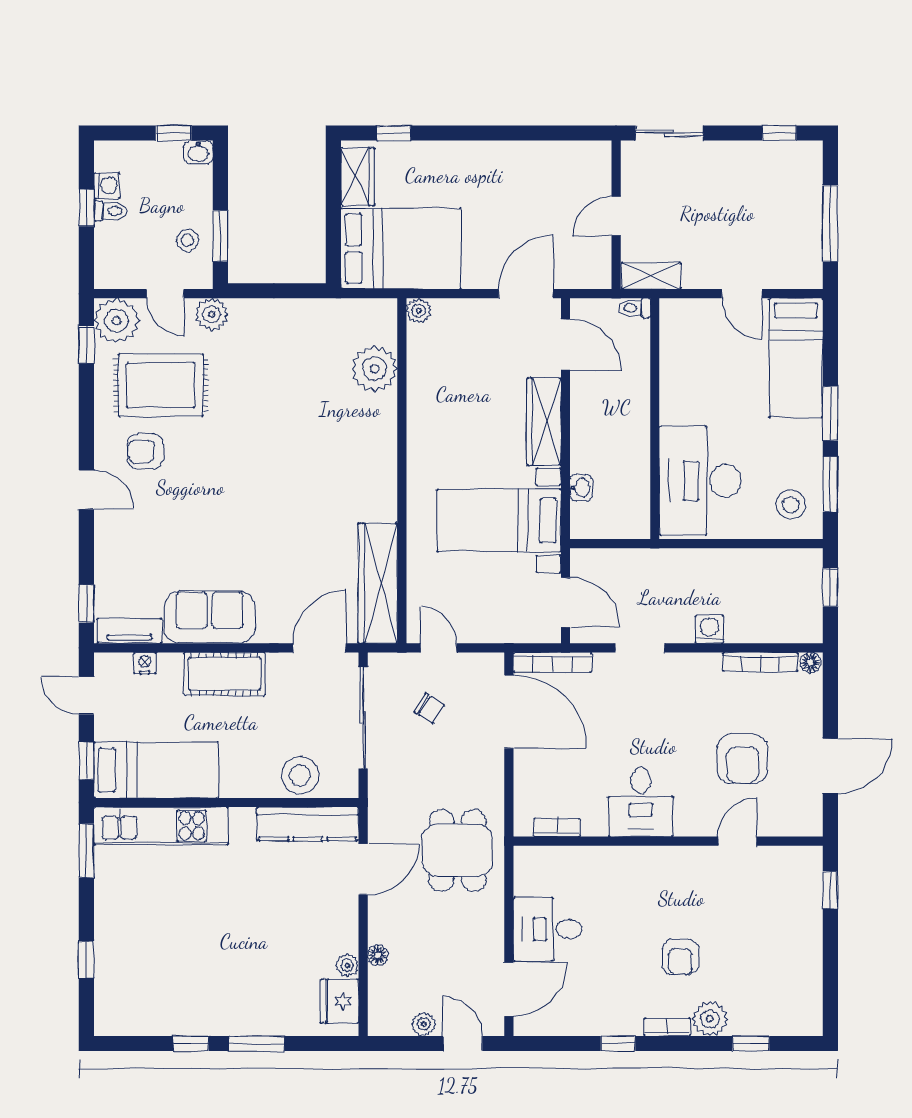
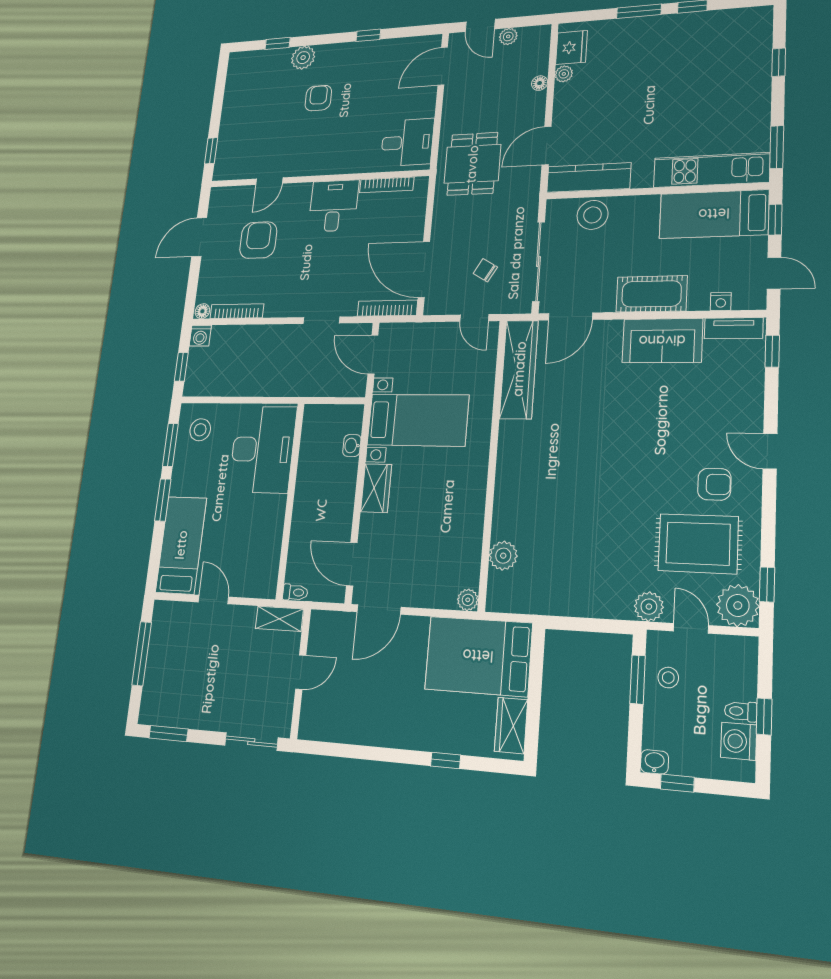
window: (394, 133) -> (446, 761), moved
window: (779, 133) -> (168, 733), width x1.50
washing machine: (107, 186) -> (739, 741), width x1.38, depth x1.38
plant: (374, 369) -> (503, 556), width x0.73, depth x0.73
wardrobe: (544, 422) -> (376, 488), width x0.67
washing machine: (709, 629) -> (200, 336), moved
bookcase: (557, 827) -> (387, 185), width x1.56
desk: (548, 929) -> (407, 142), moved
bookcase: (667, 1027) -> (333, 50), removed

